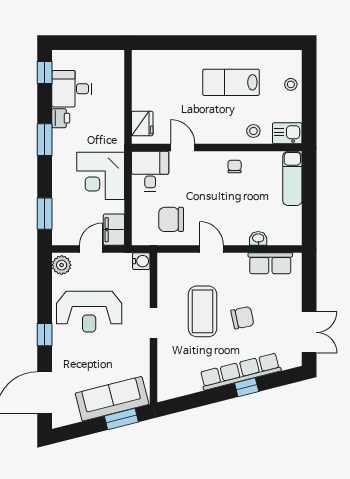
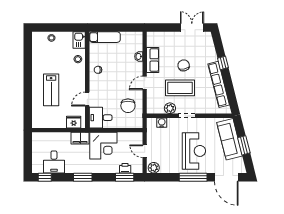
lab bench: (231, 82) -> (51, 90), moved
printer: (61, 118) -> (125, 168), moved
filing cabinet: (114, 230) -> (80, 138), moved
water cooler: (141, 261) -> (162, 123), moved
row of seats: (270, 263) -> (153, 60), moved
plant: (167, 294) -> (170, 108), added
reception desk: (89, 312) -> (194, 151), moved
window: (45, 335) -> (193, 177), width x2.17
row of seats: (240, 372) -> (219, 84), moved
window: (121, 419) -> (244, 145), moved

